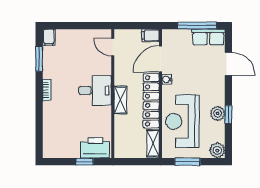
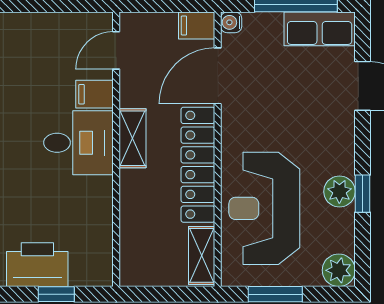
door: (113, 47) -> (116, 50), hinge flipped
filing cabinet: (103, 68) -> (95, 94), added
water cooler: (167, 79) -> (231, 22), moved
shelving: (120, 100) -> (132, 138), moved
printer: (95, 148) -> (37, 265), moved

